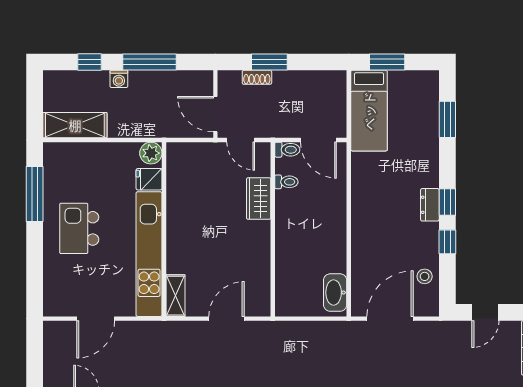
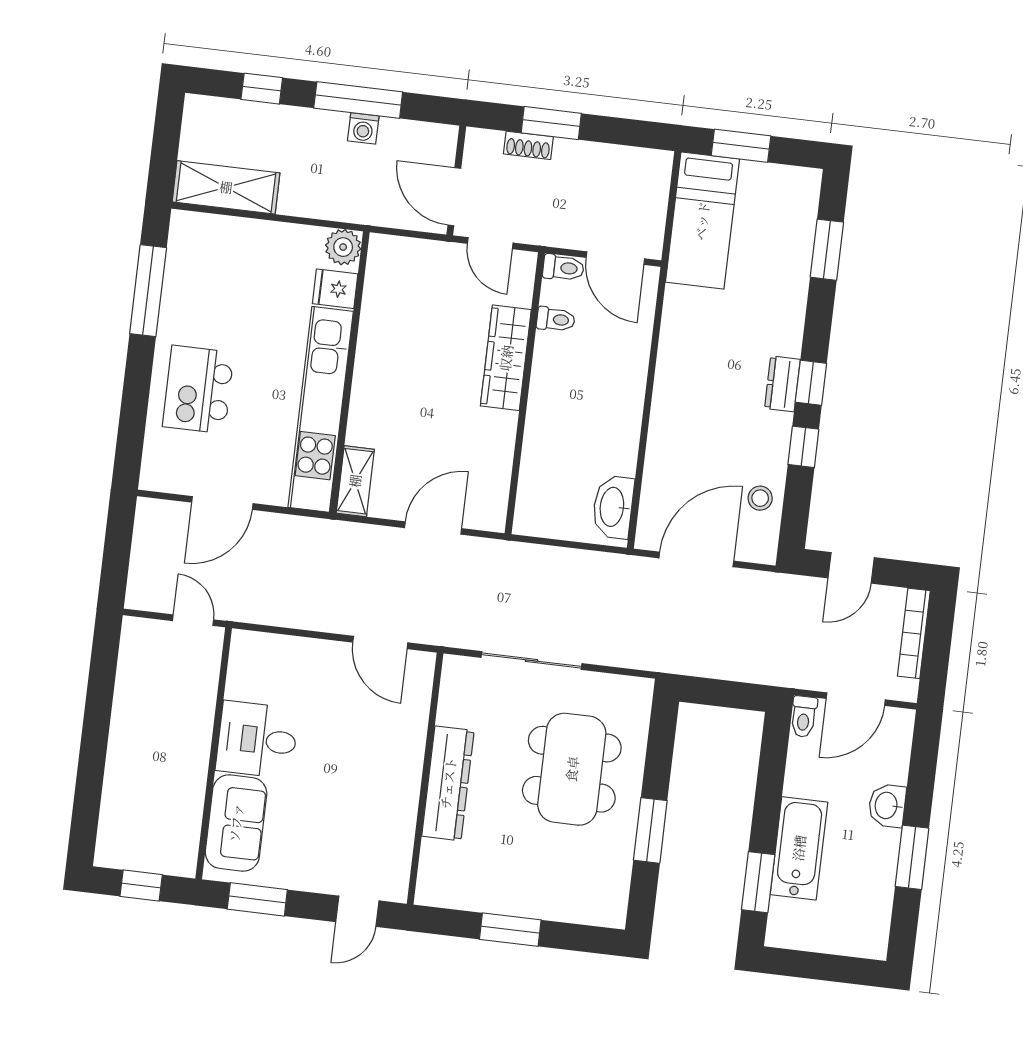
washing machine: (119, 79) -> (363, 128), moved
wardrobe: (259, 199) -> (506, 358), width x1.50
kitchen island: (79, 228) -> (198, 390), moved

